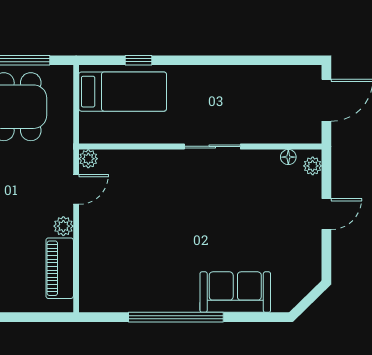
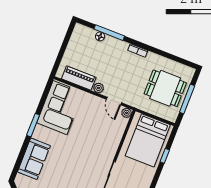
bed: (123, 92) -> (148, 140), width x1.50
corner sofa: (126, 281) -> (60, 108), added
window: (176, 317) -> (33, 125), width x0.47

